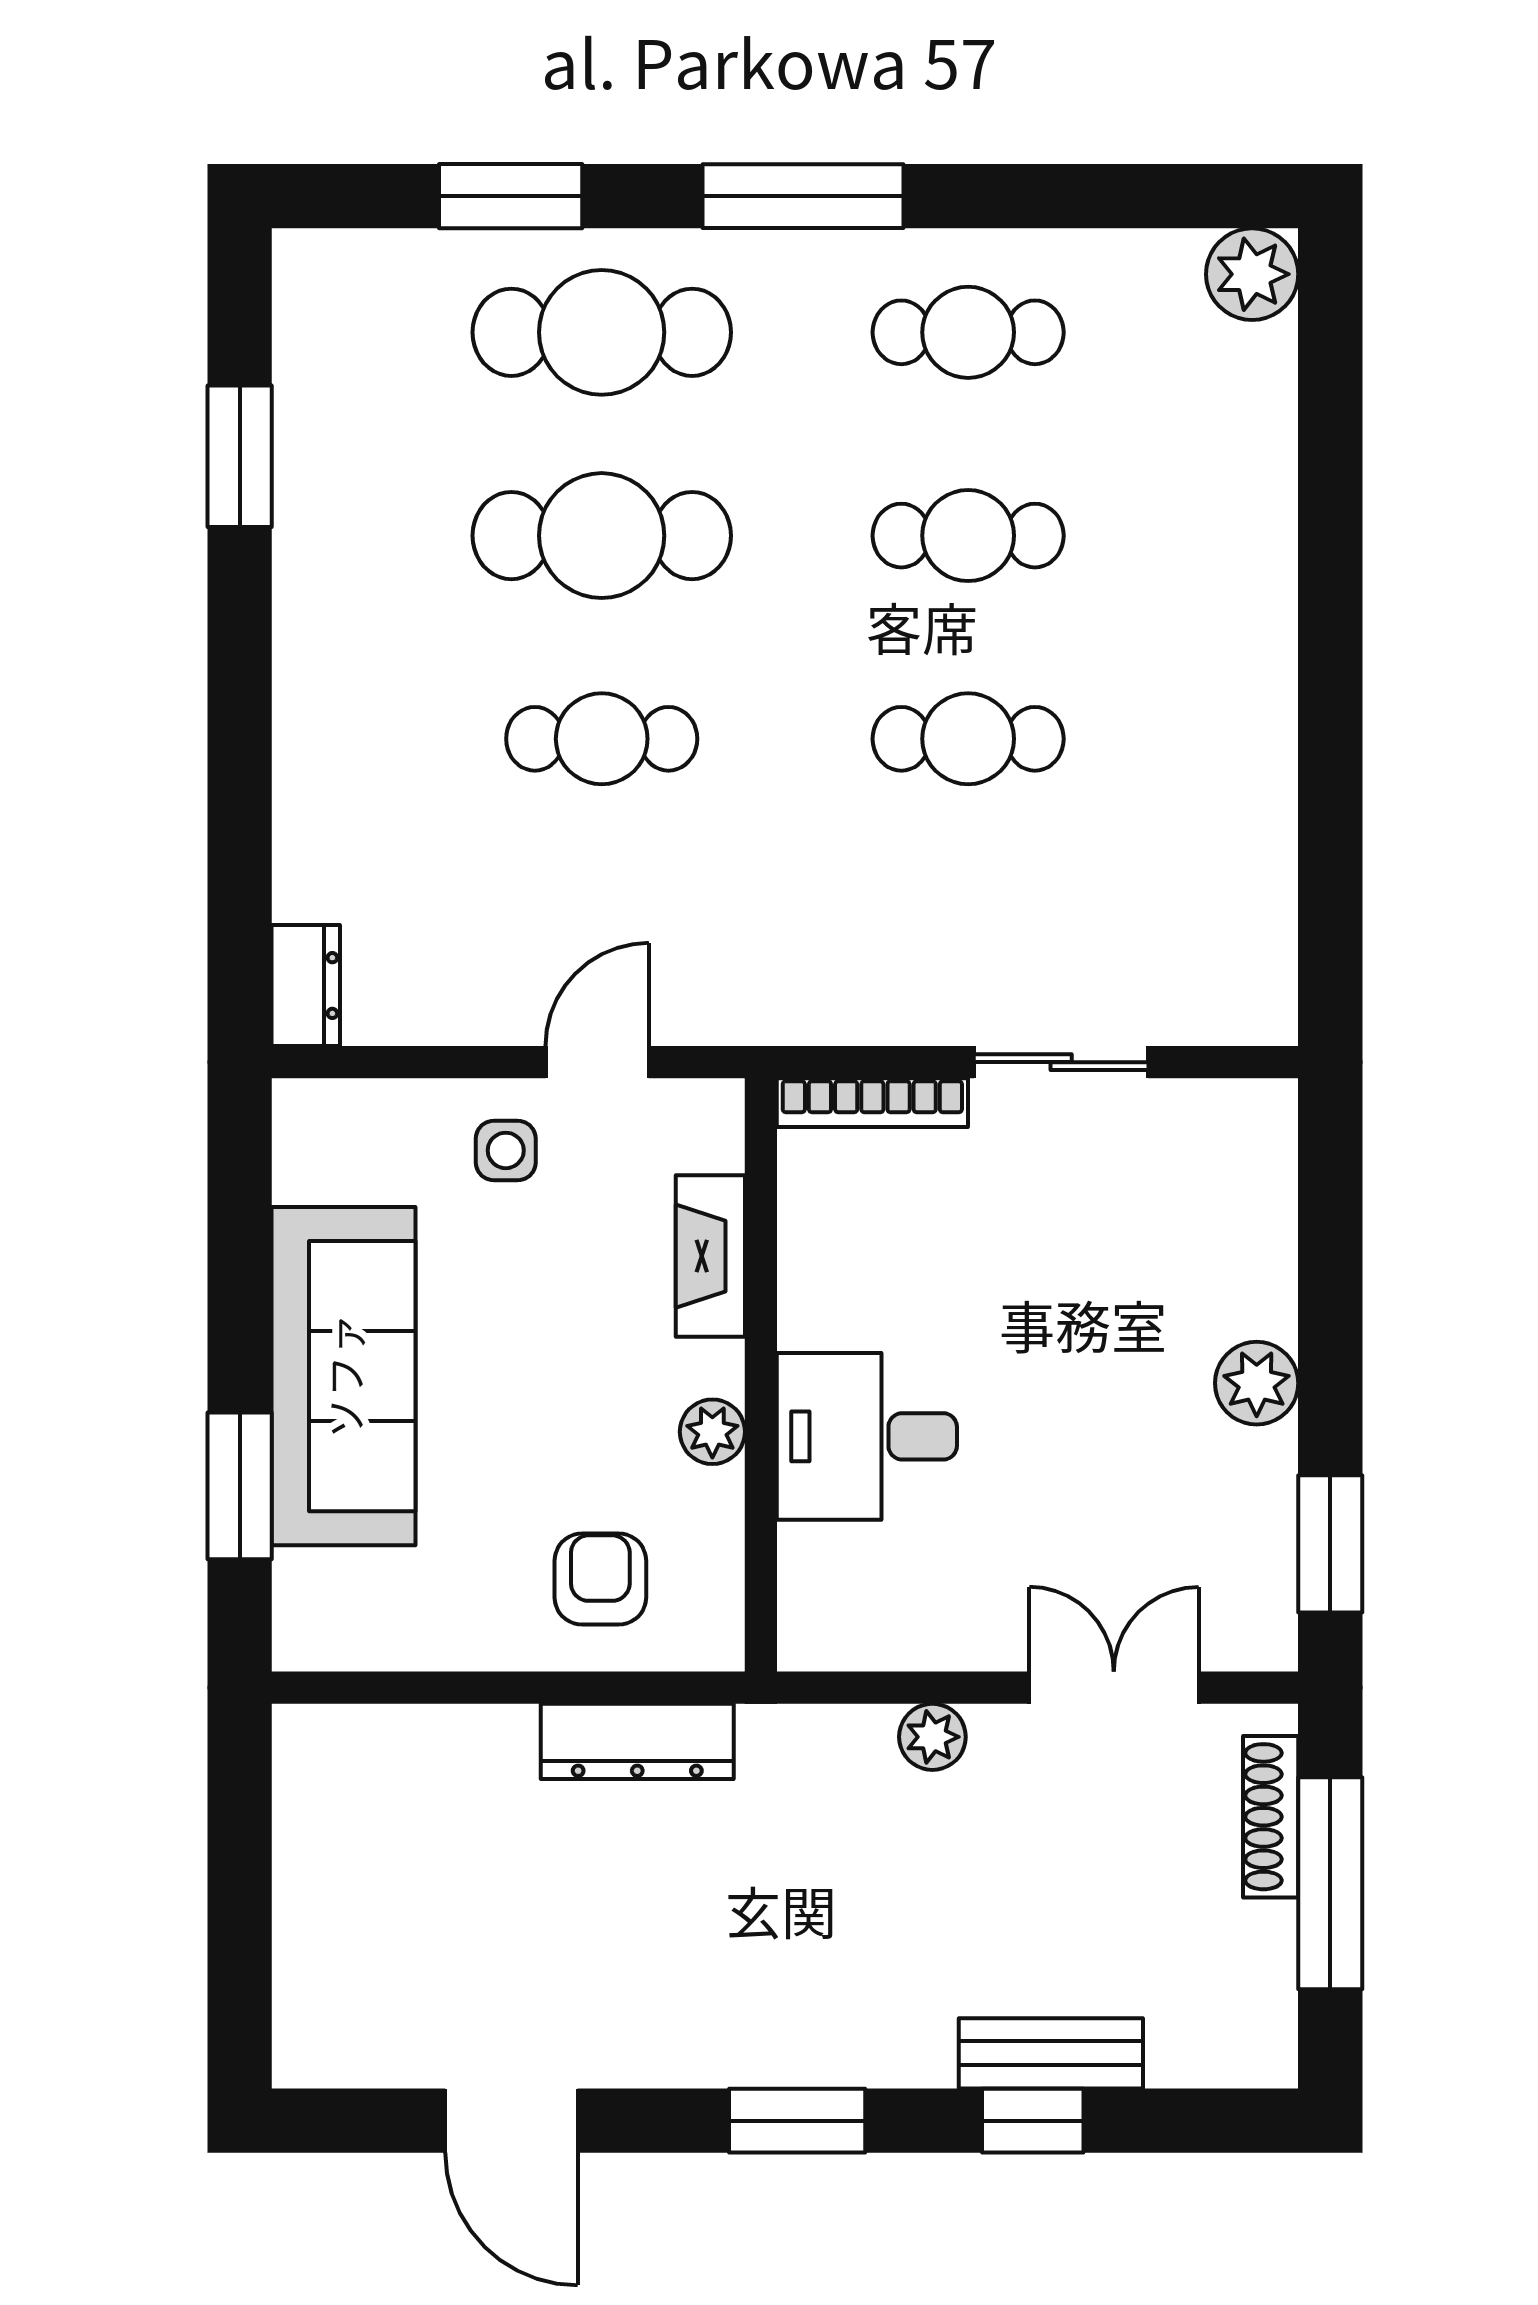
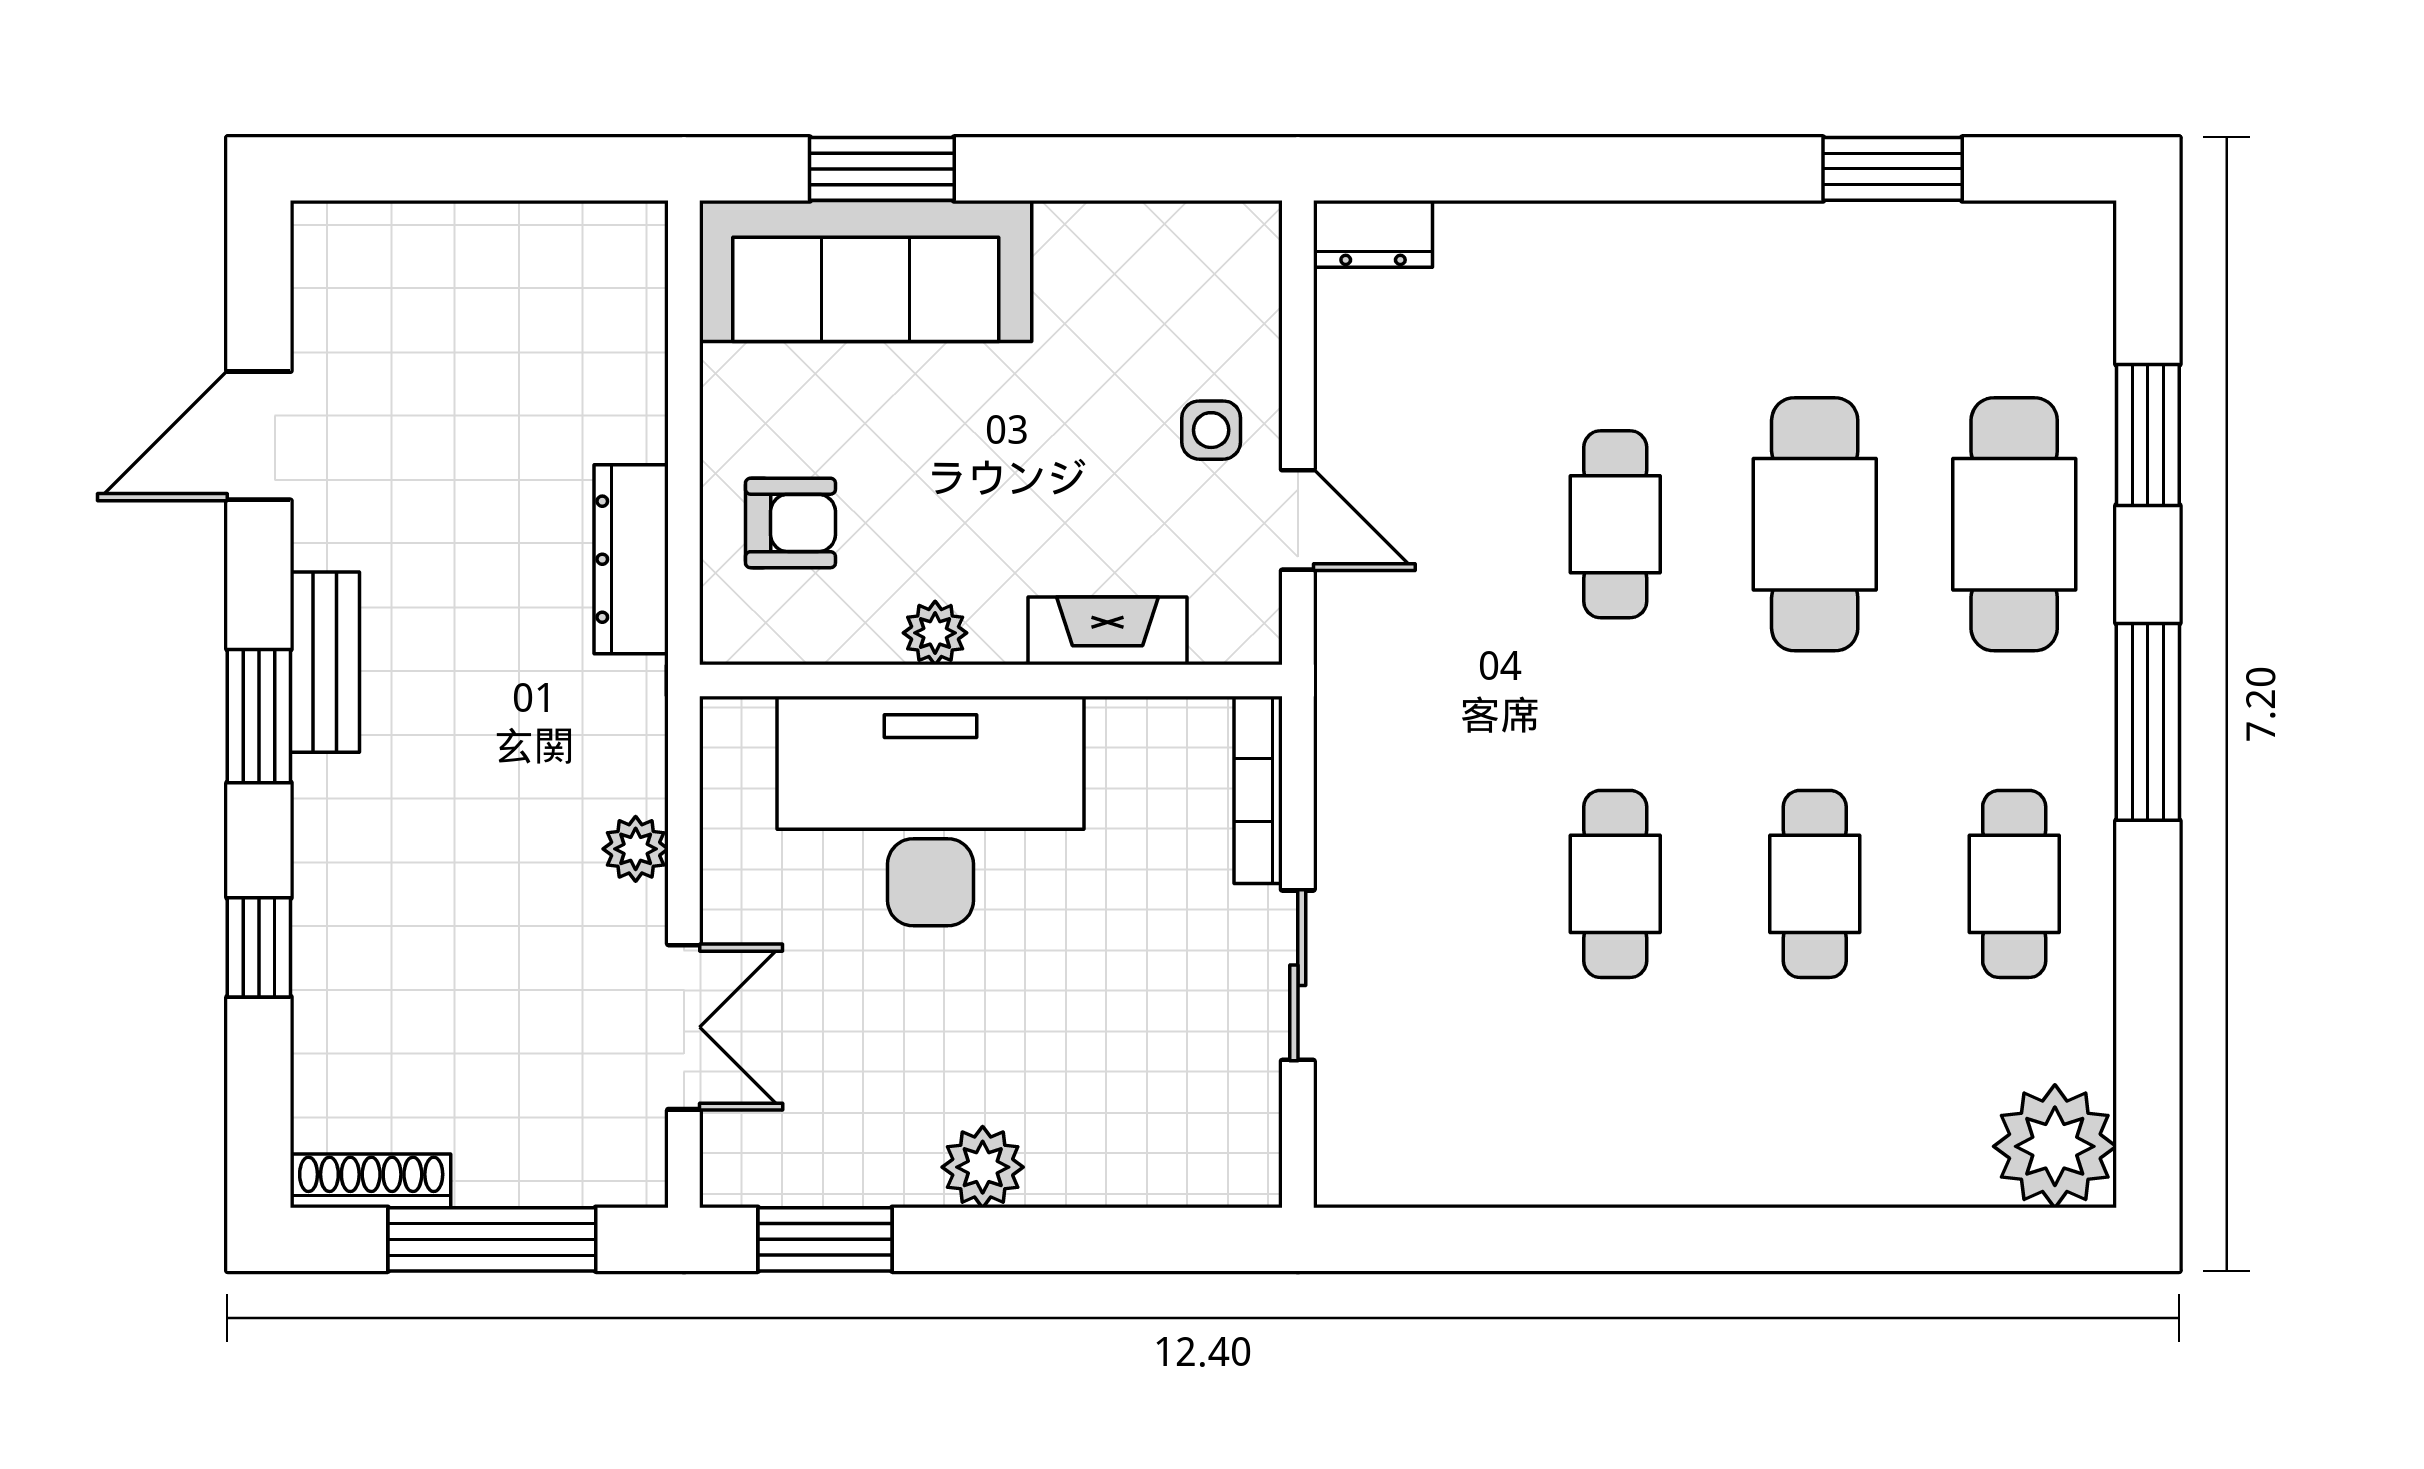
plant: (1252, 274) -> (2055, 1146), width x1.36, depth x1.36
sofa: (344, 1376) -> (866, 271), moved
desk: (867, 1436) -> (931, 811), width x1.87, depth x1.30
shoe rack: (1271, 1817) -> (371, 1181), moved
bench: (1051, 2053) -> (325, 662), moved

